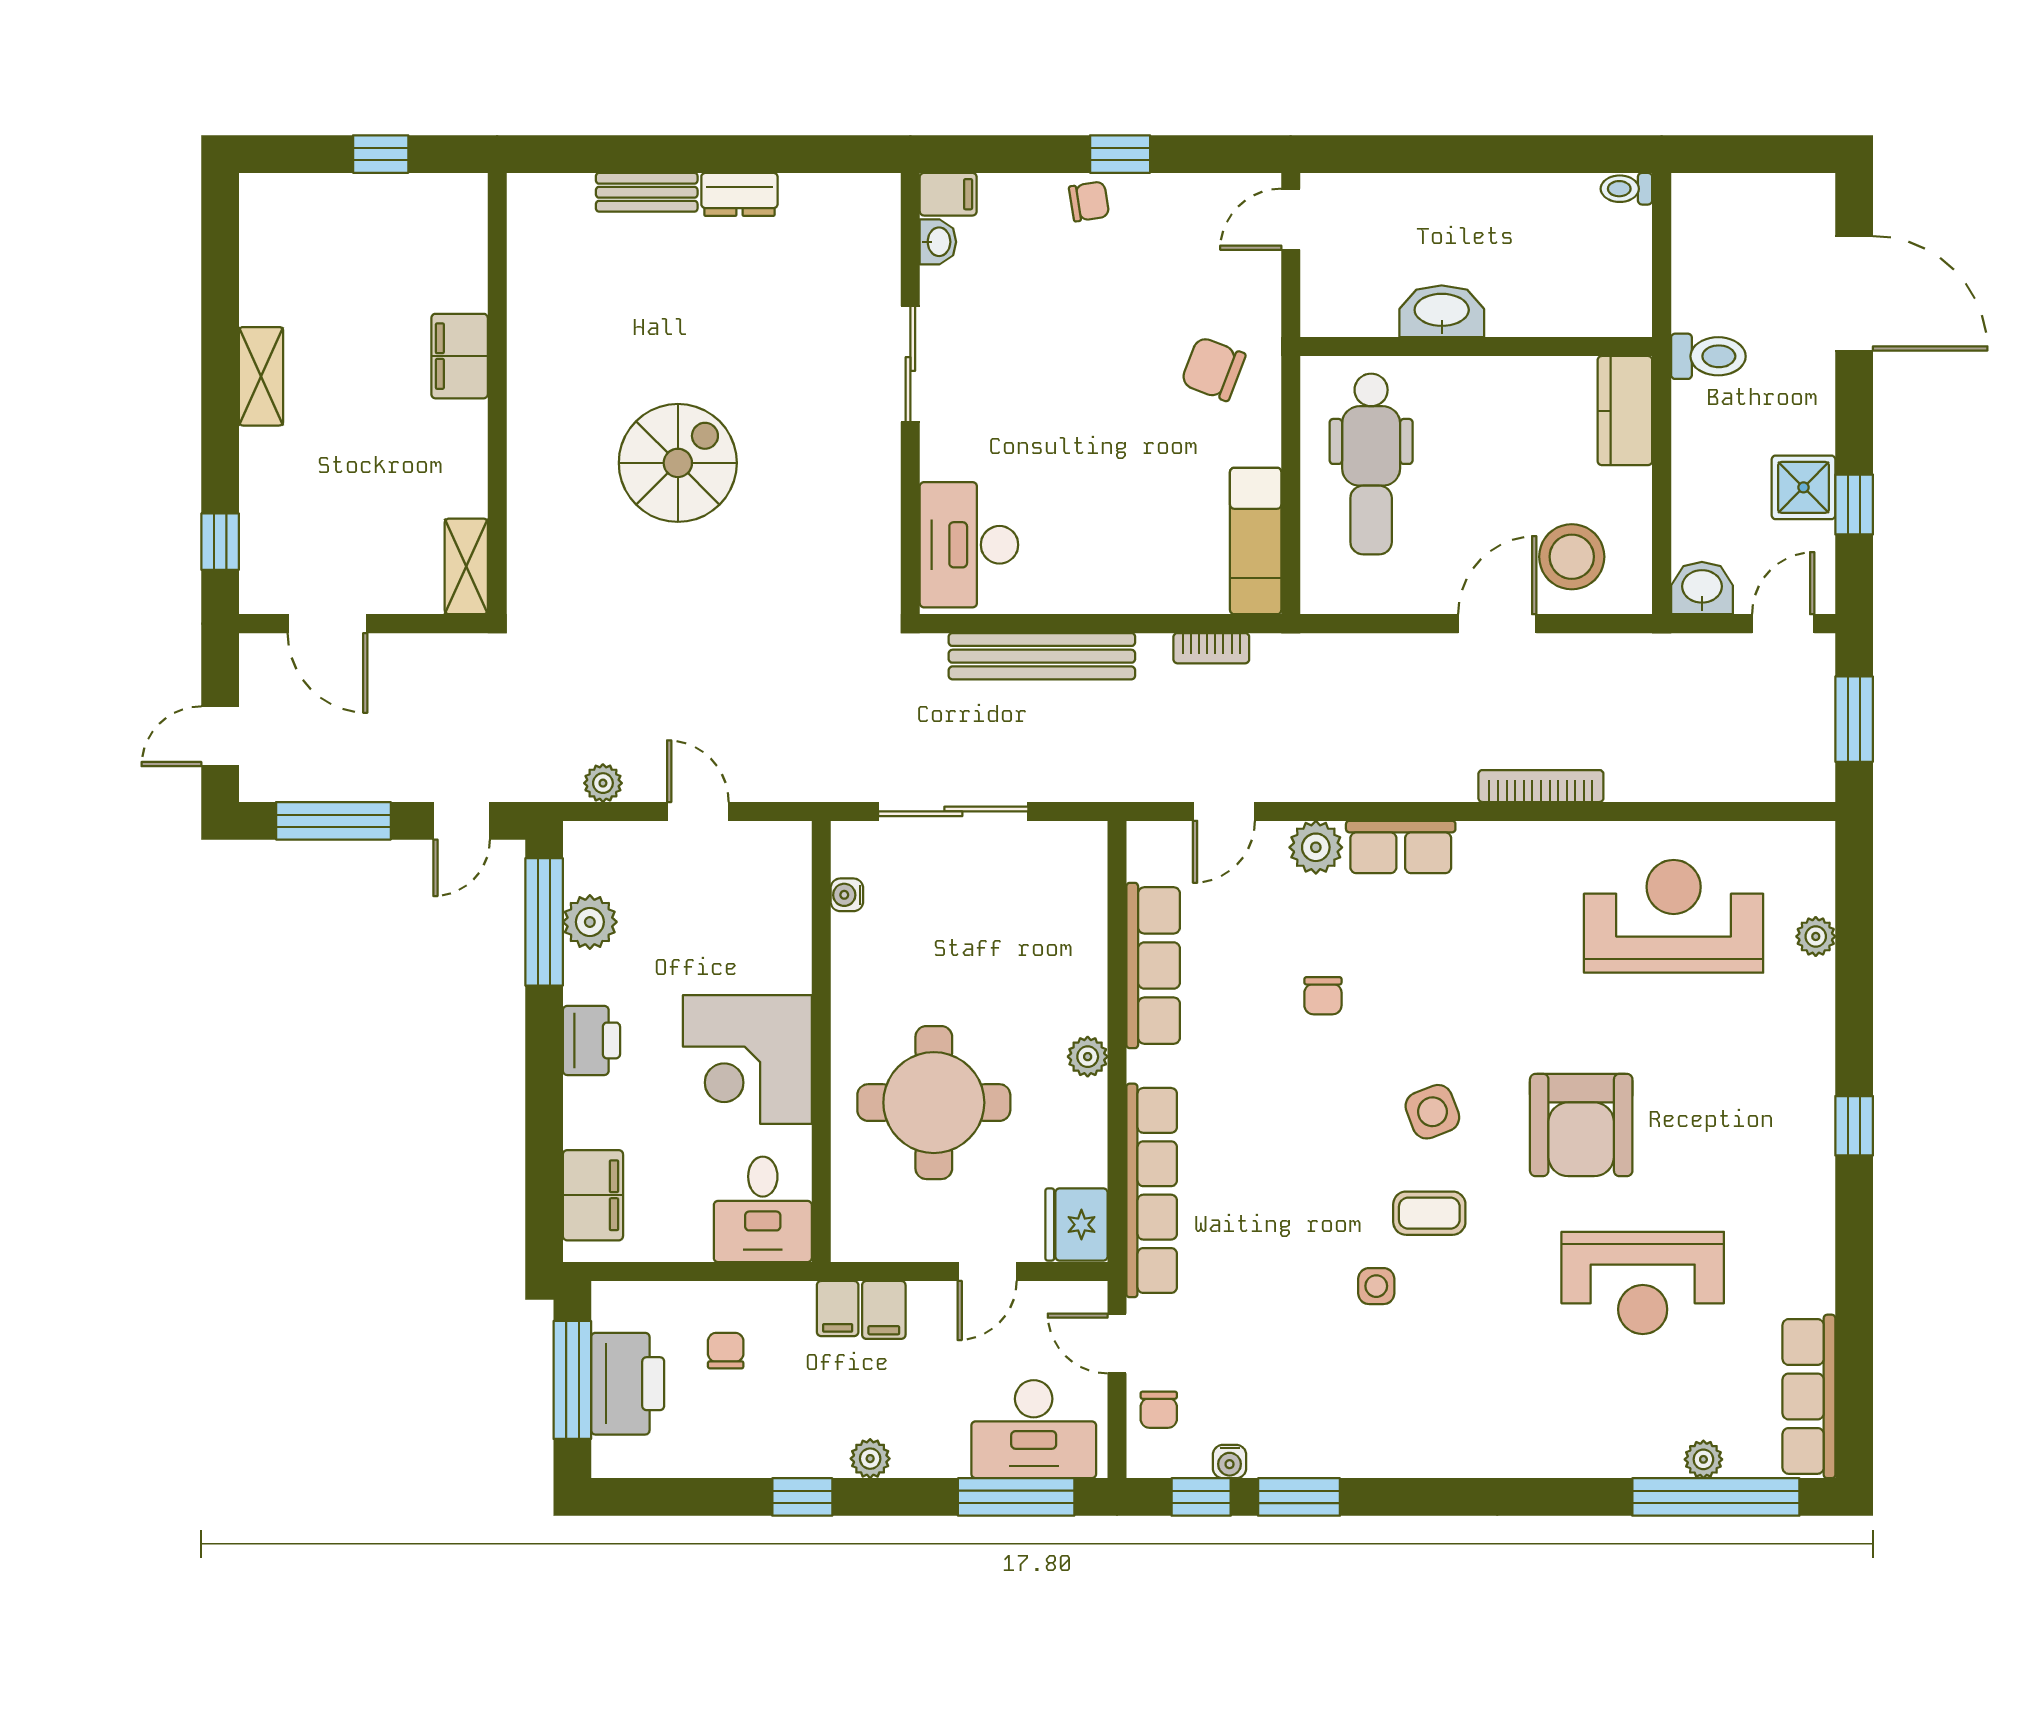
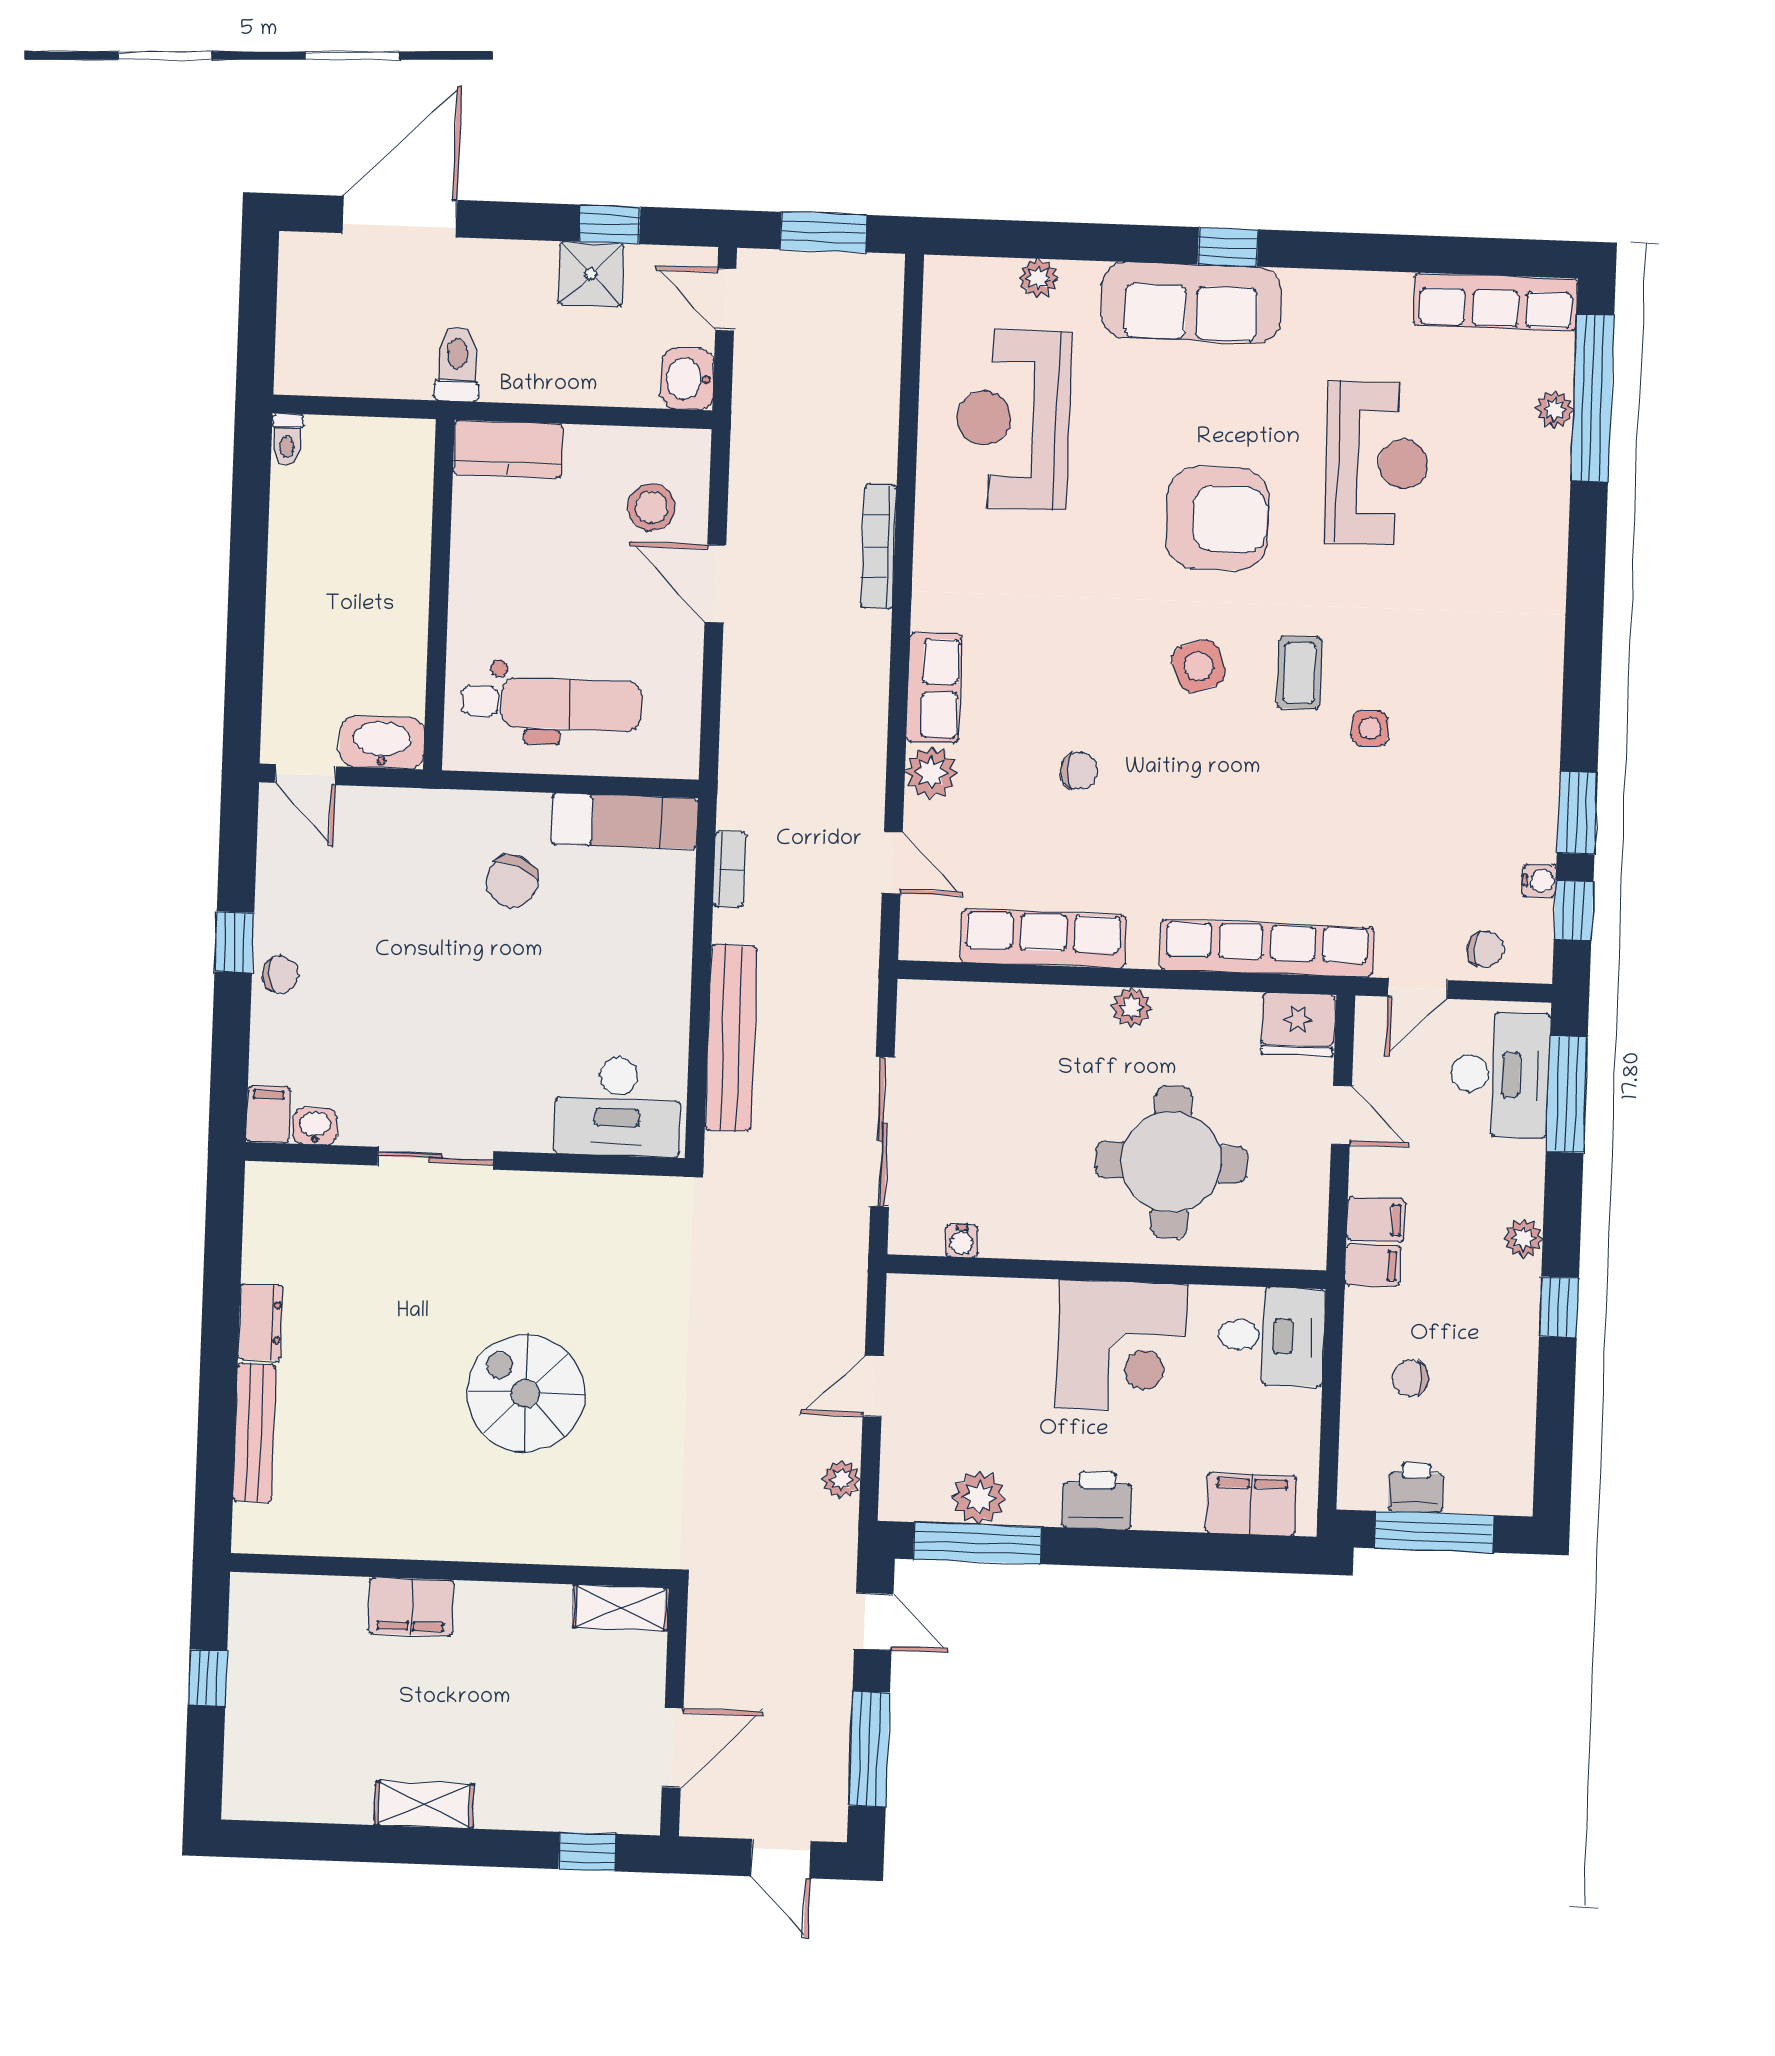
bench: (647, 192) -> (254, 1433), width x1.36
chair: (1089, 201) -> (280, 975), turned 94
washbasin: (1442, 311) -> (382, 742), moved, turned 90
chair: (1213, 369) -> (512, 881), moved
stool: (1572, 557) -> (652, 507), width x0.73, depth x0.73
sofa: (1797, 1091) -> (1191, 302), added
printer: (628, 1384) -> (1416, 1488), width x0.53, depth x0.68

